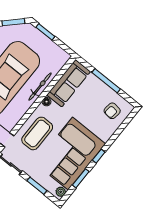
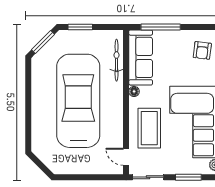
window: (106, 81) -> (161, 27), moved
bicycle: (40, 87) -> (117, 60), moved

